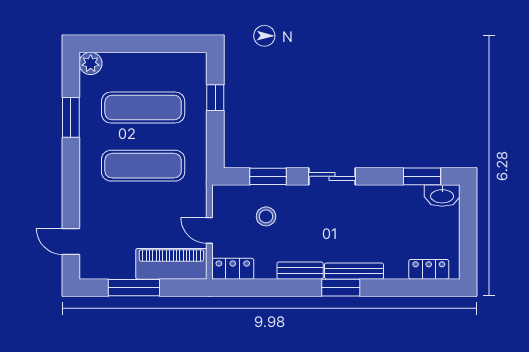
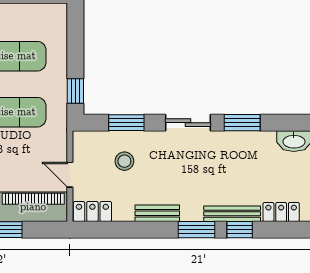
window: (215, 98) -> (75, 91), moved
window: (422, 176) -> (242, 123), moved
bench: (354, 271) -> (232, 214), moved
window: (386, 288) -> (240, 230), added

